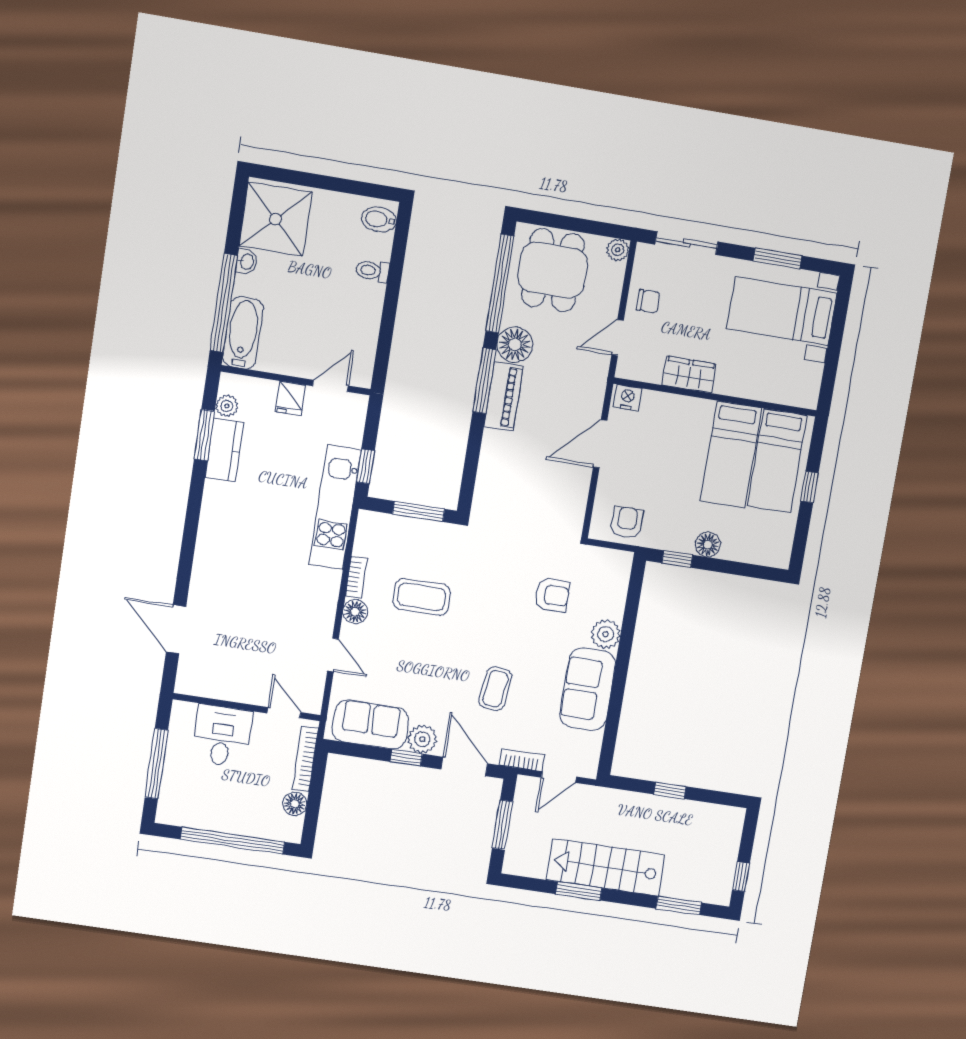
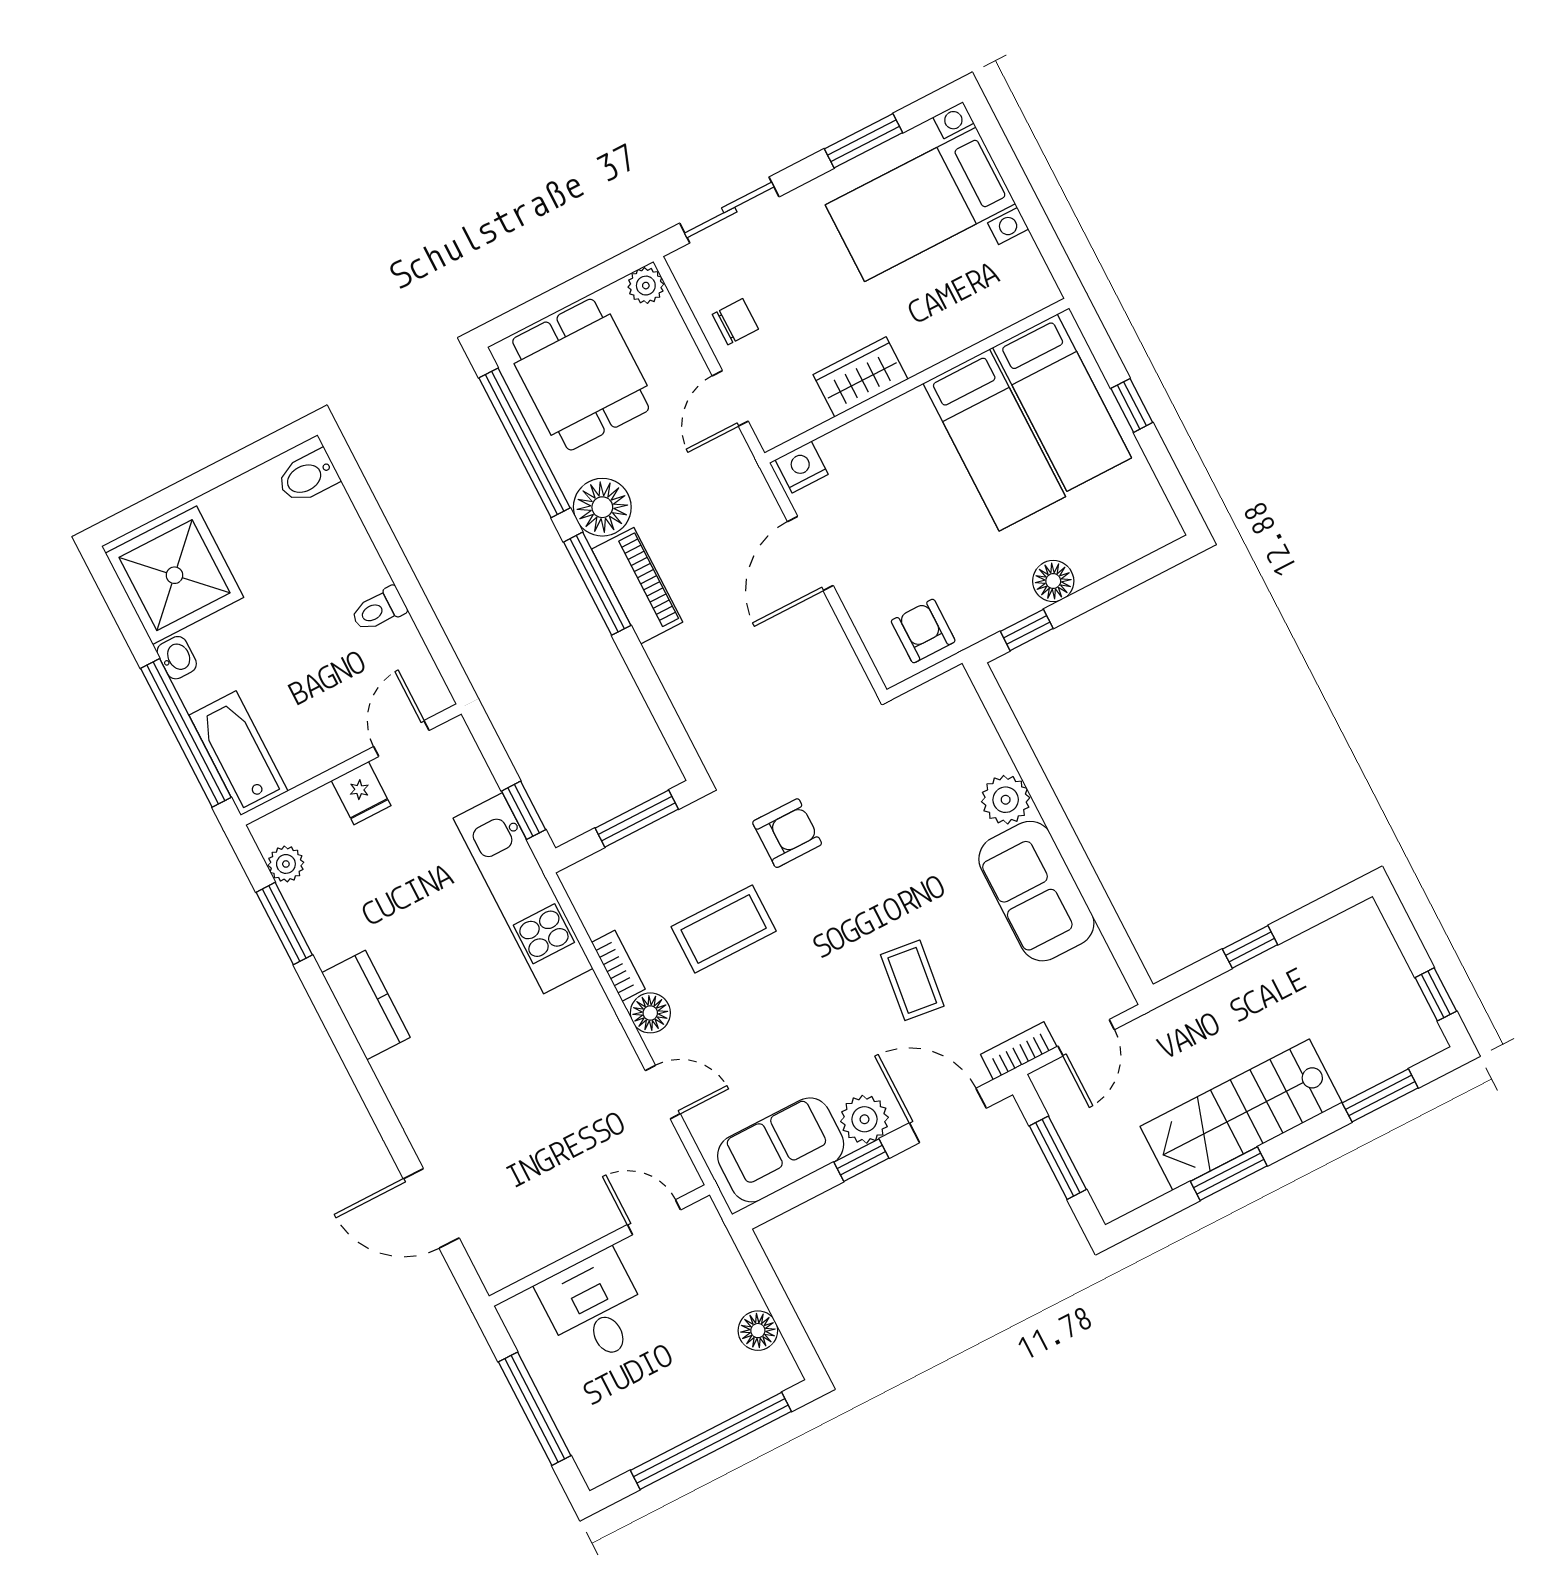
toilet: (372, 271) -> (379, 609), moved
kitchen counter: (224, 450) -> (366, 1005), moved
armchair: (552, 595) -> (787, 833), moved
bookcase: (305, 759) -> (728, 1259), removed

